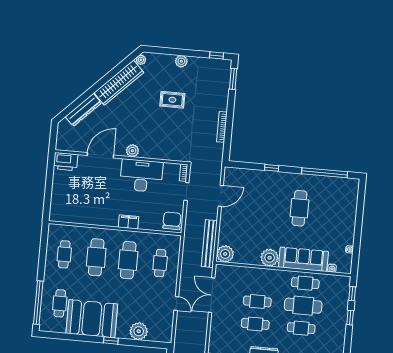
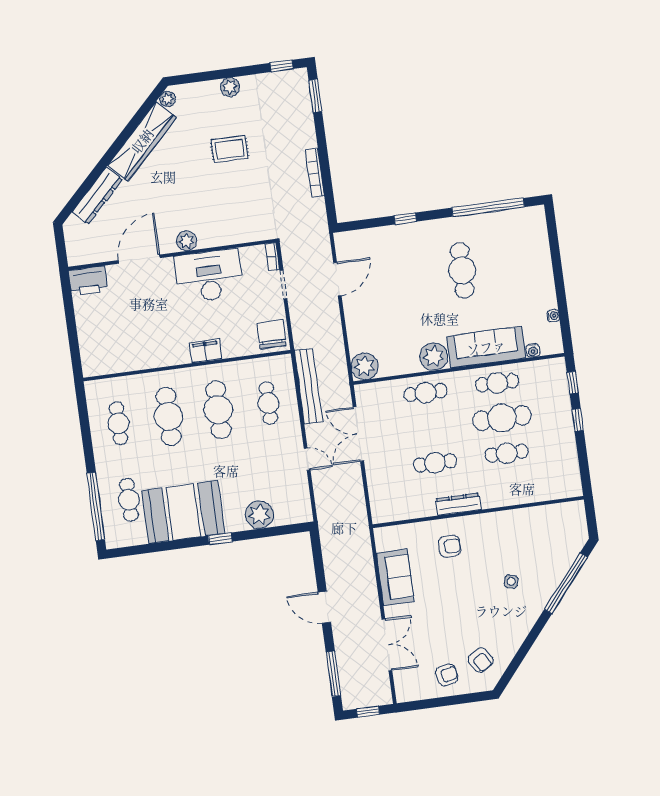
bench: (209, 244) -> (308, 386), moved
cafe table: (257, 301) -> (426, 393), moved

